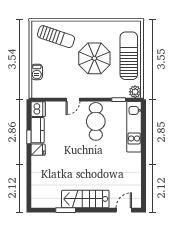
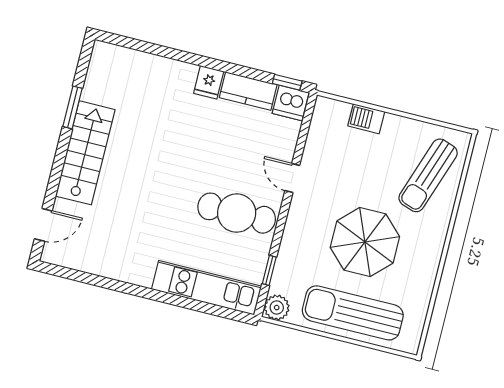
sun lounger: (129, 56) -> (353, 313), turned 180
window: (29, 137) -> (287, 82), moved
door: (124, 210) -> (43, 225), hinge flipped

